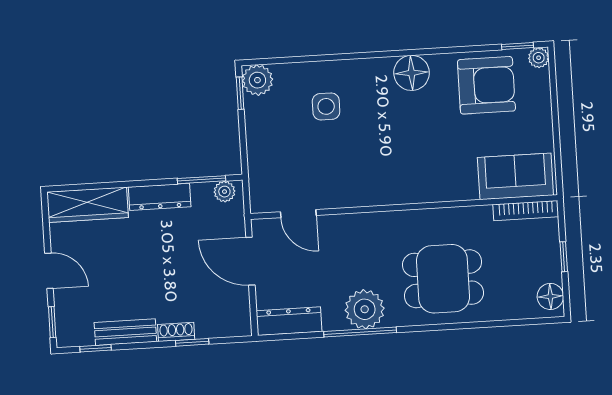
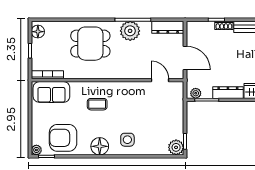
side table: (326, 106) -> (127, 140), moved
coffee table: (422, 157) -> (97, 104), added

